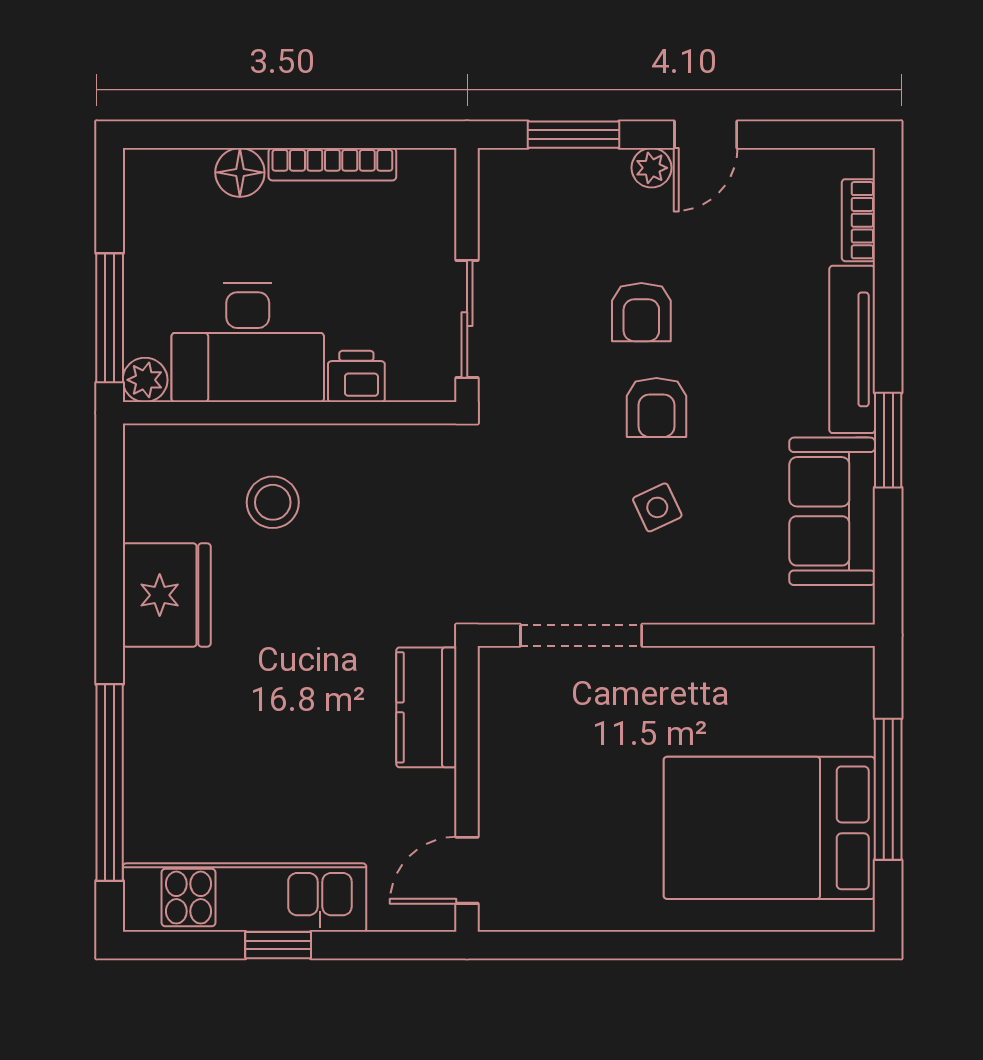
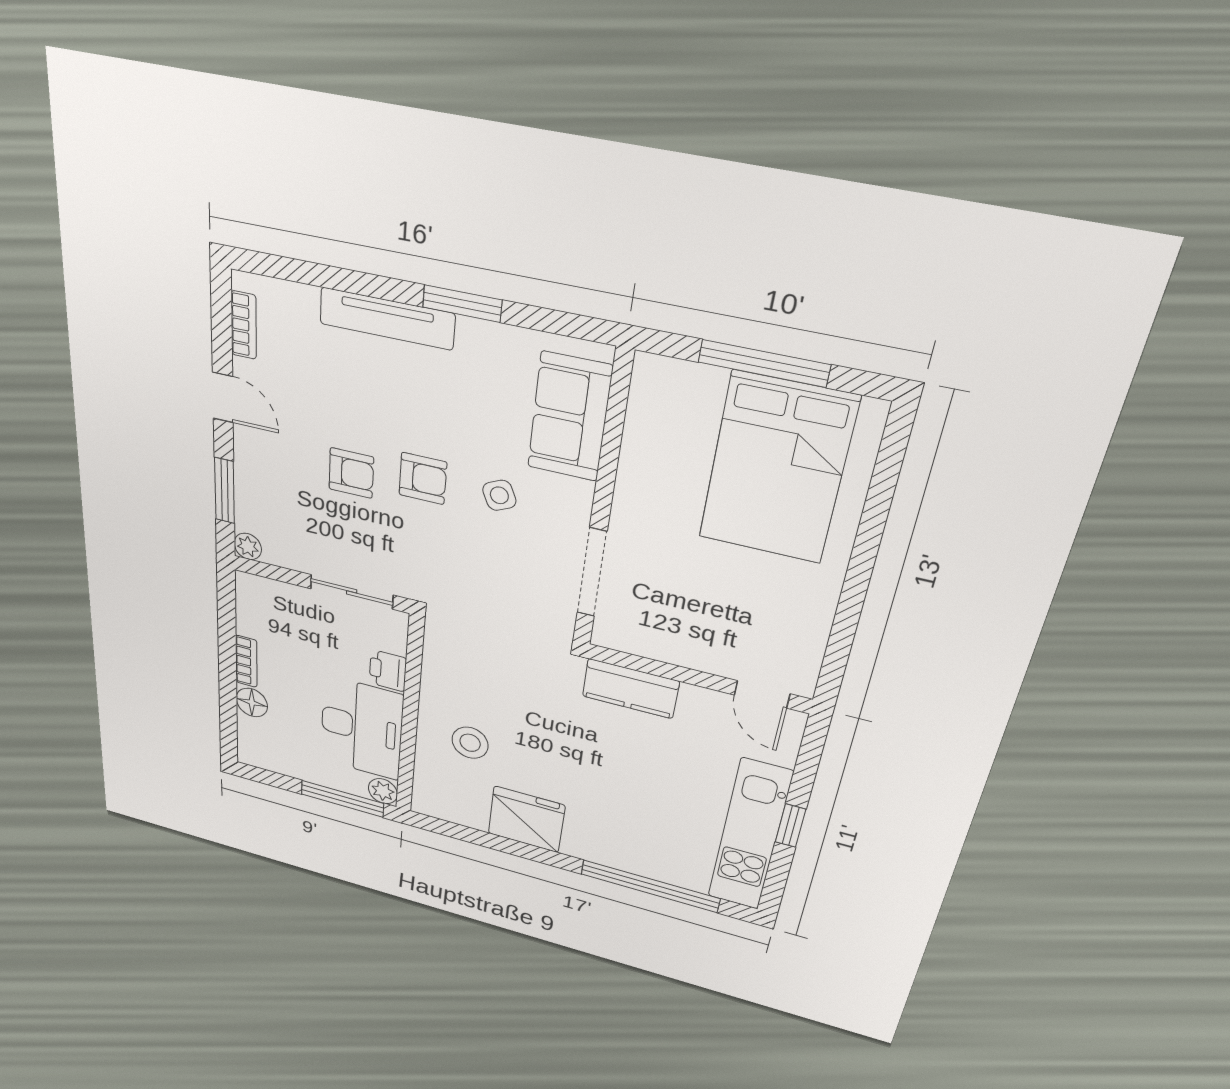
bookcase: (332, 164) -> (246, 661), width x0.64
plant: (652, 168) -> (248, 546), moved
bookcase: (858, 220) -> (244, 325), moved, turned -90
sofa: (832, 511) -> (570, 417), moved, turned 90

